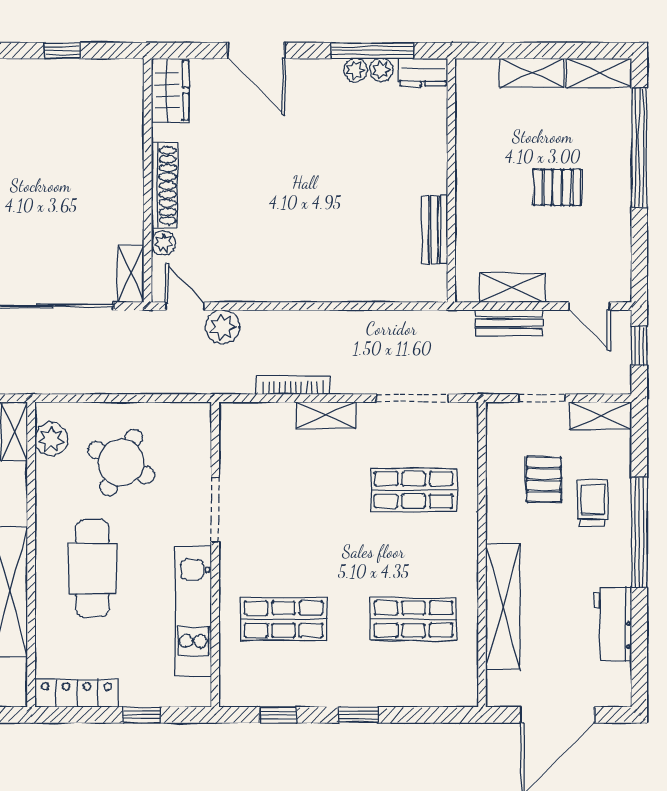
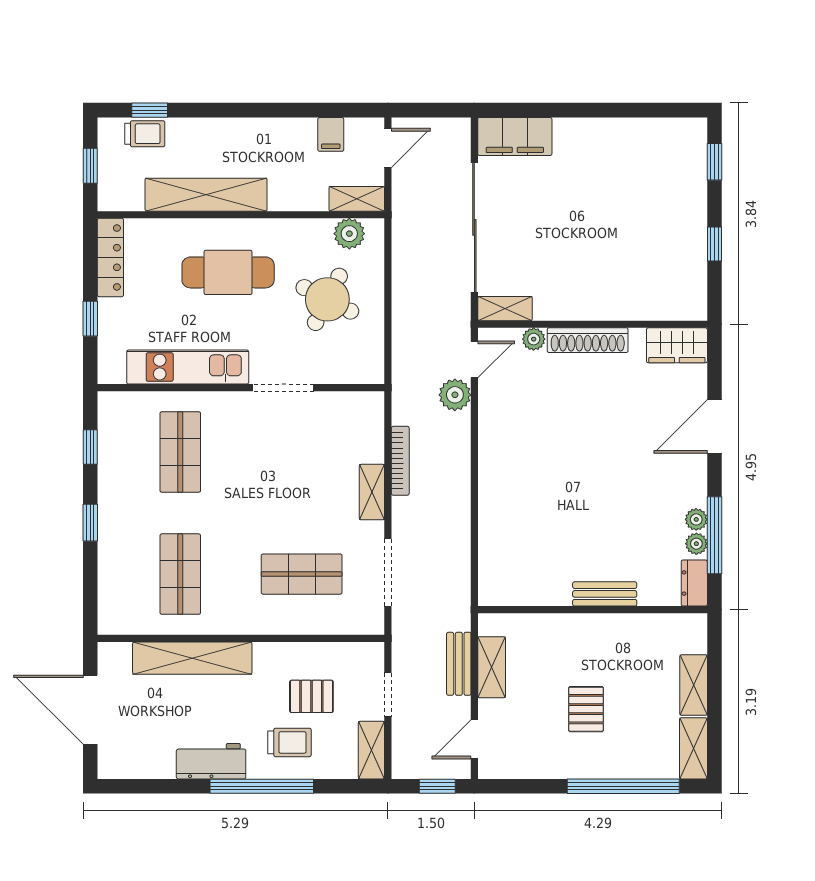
bench: (435, 230) -> (605, 594), moved
shop shelf: (414, 490) -> (302, 574), turned 90
workbench: (613, 624) -> (211, 761), moved

